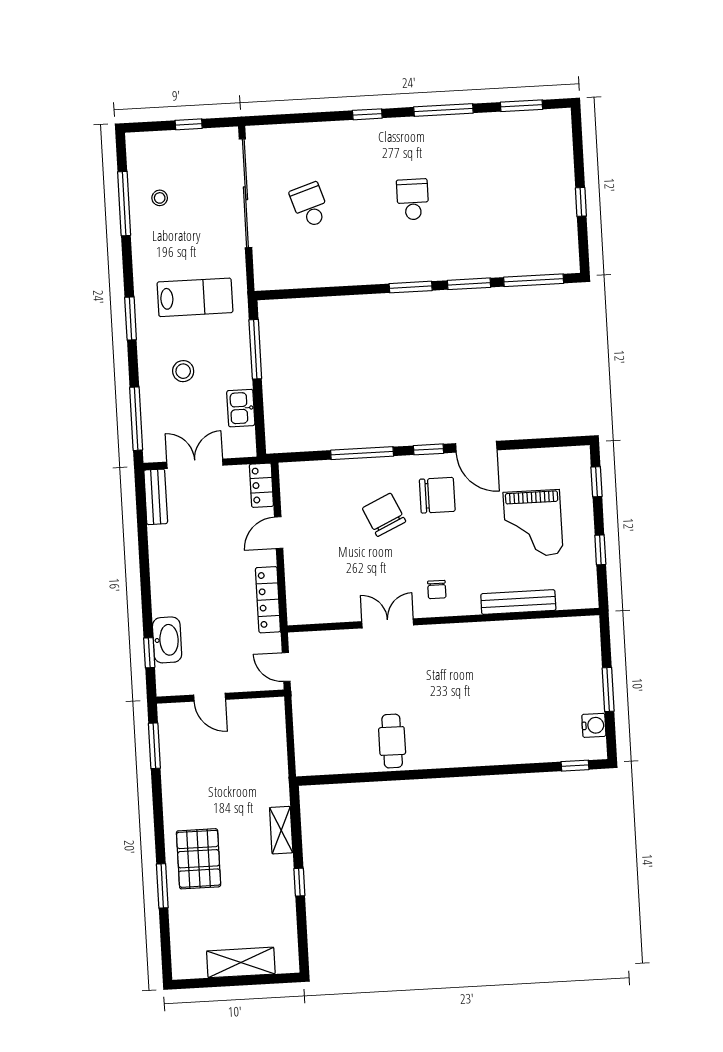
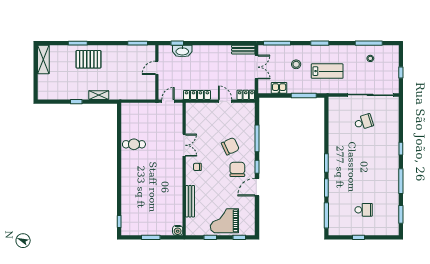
school desk: (413, 199) -> (364, 210), moved
lab bench: (195, 297) -> (327, 71), turned -90
chair: (437, 495) -> (237, 169), turned 180
grand piano: (533, 523) -> (224, 221), moved
water cooler: (594, 725) -> (178, 230), moved
shelving: (241, 962) -> (43, 60), moved

